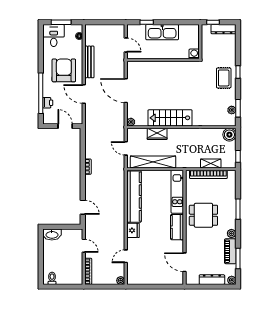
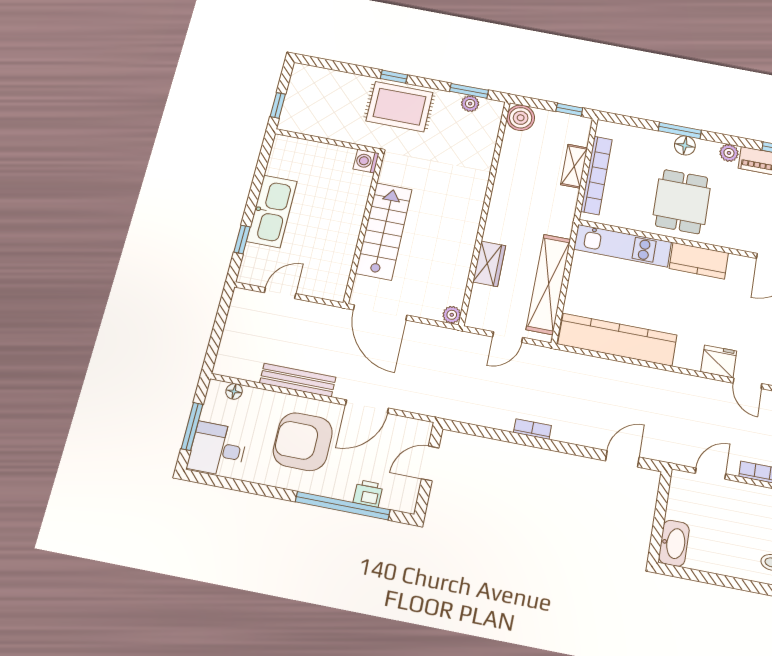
dresser: (224, 29) -> (298, 88), removed
washing machine: (194, 54) -> (366, 161), moved
wall: (163, 60) -> (364, 227), moved
rug: (224, 78) -> (399, 107), width x1.36, depth x1.43
door: (126, 91) -> (380, 312), hinge flipped
stairs: (170, 118) -> (384, 231), moved, turned 180
floor lamp: (231, 213) -> (685, 145), added
fridge: (133, 230) -> (719, 361), moved

